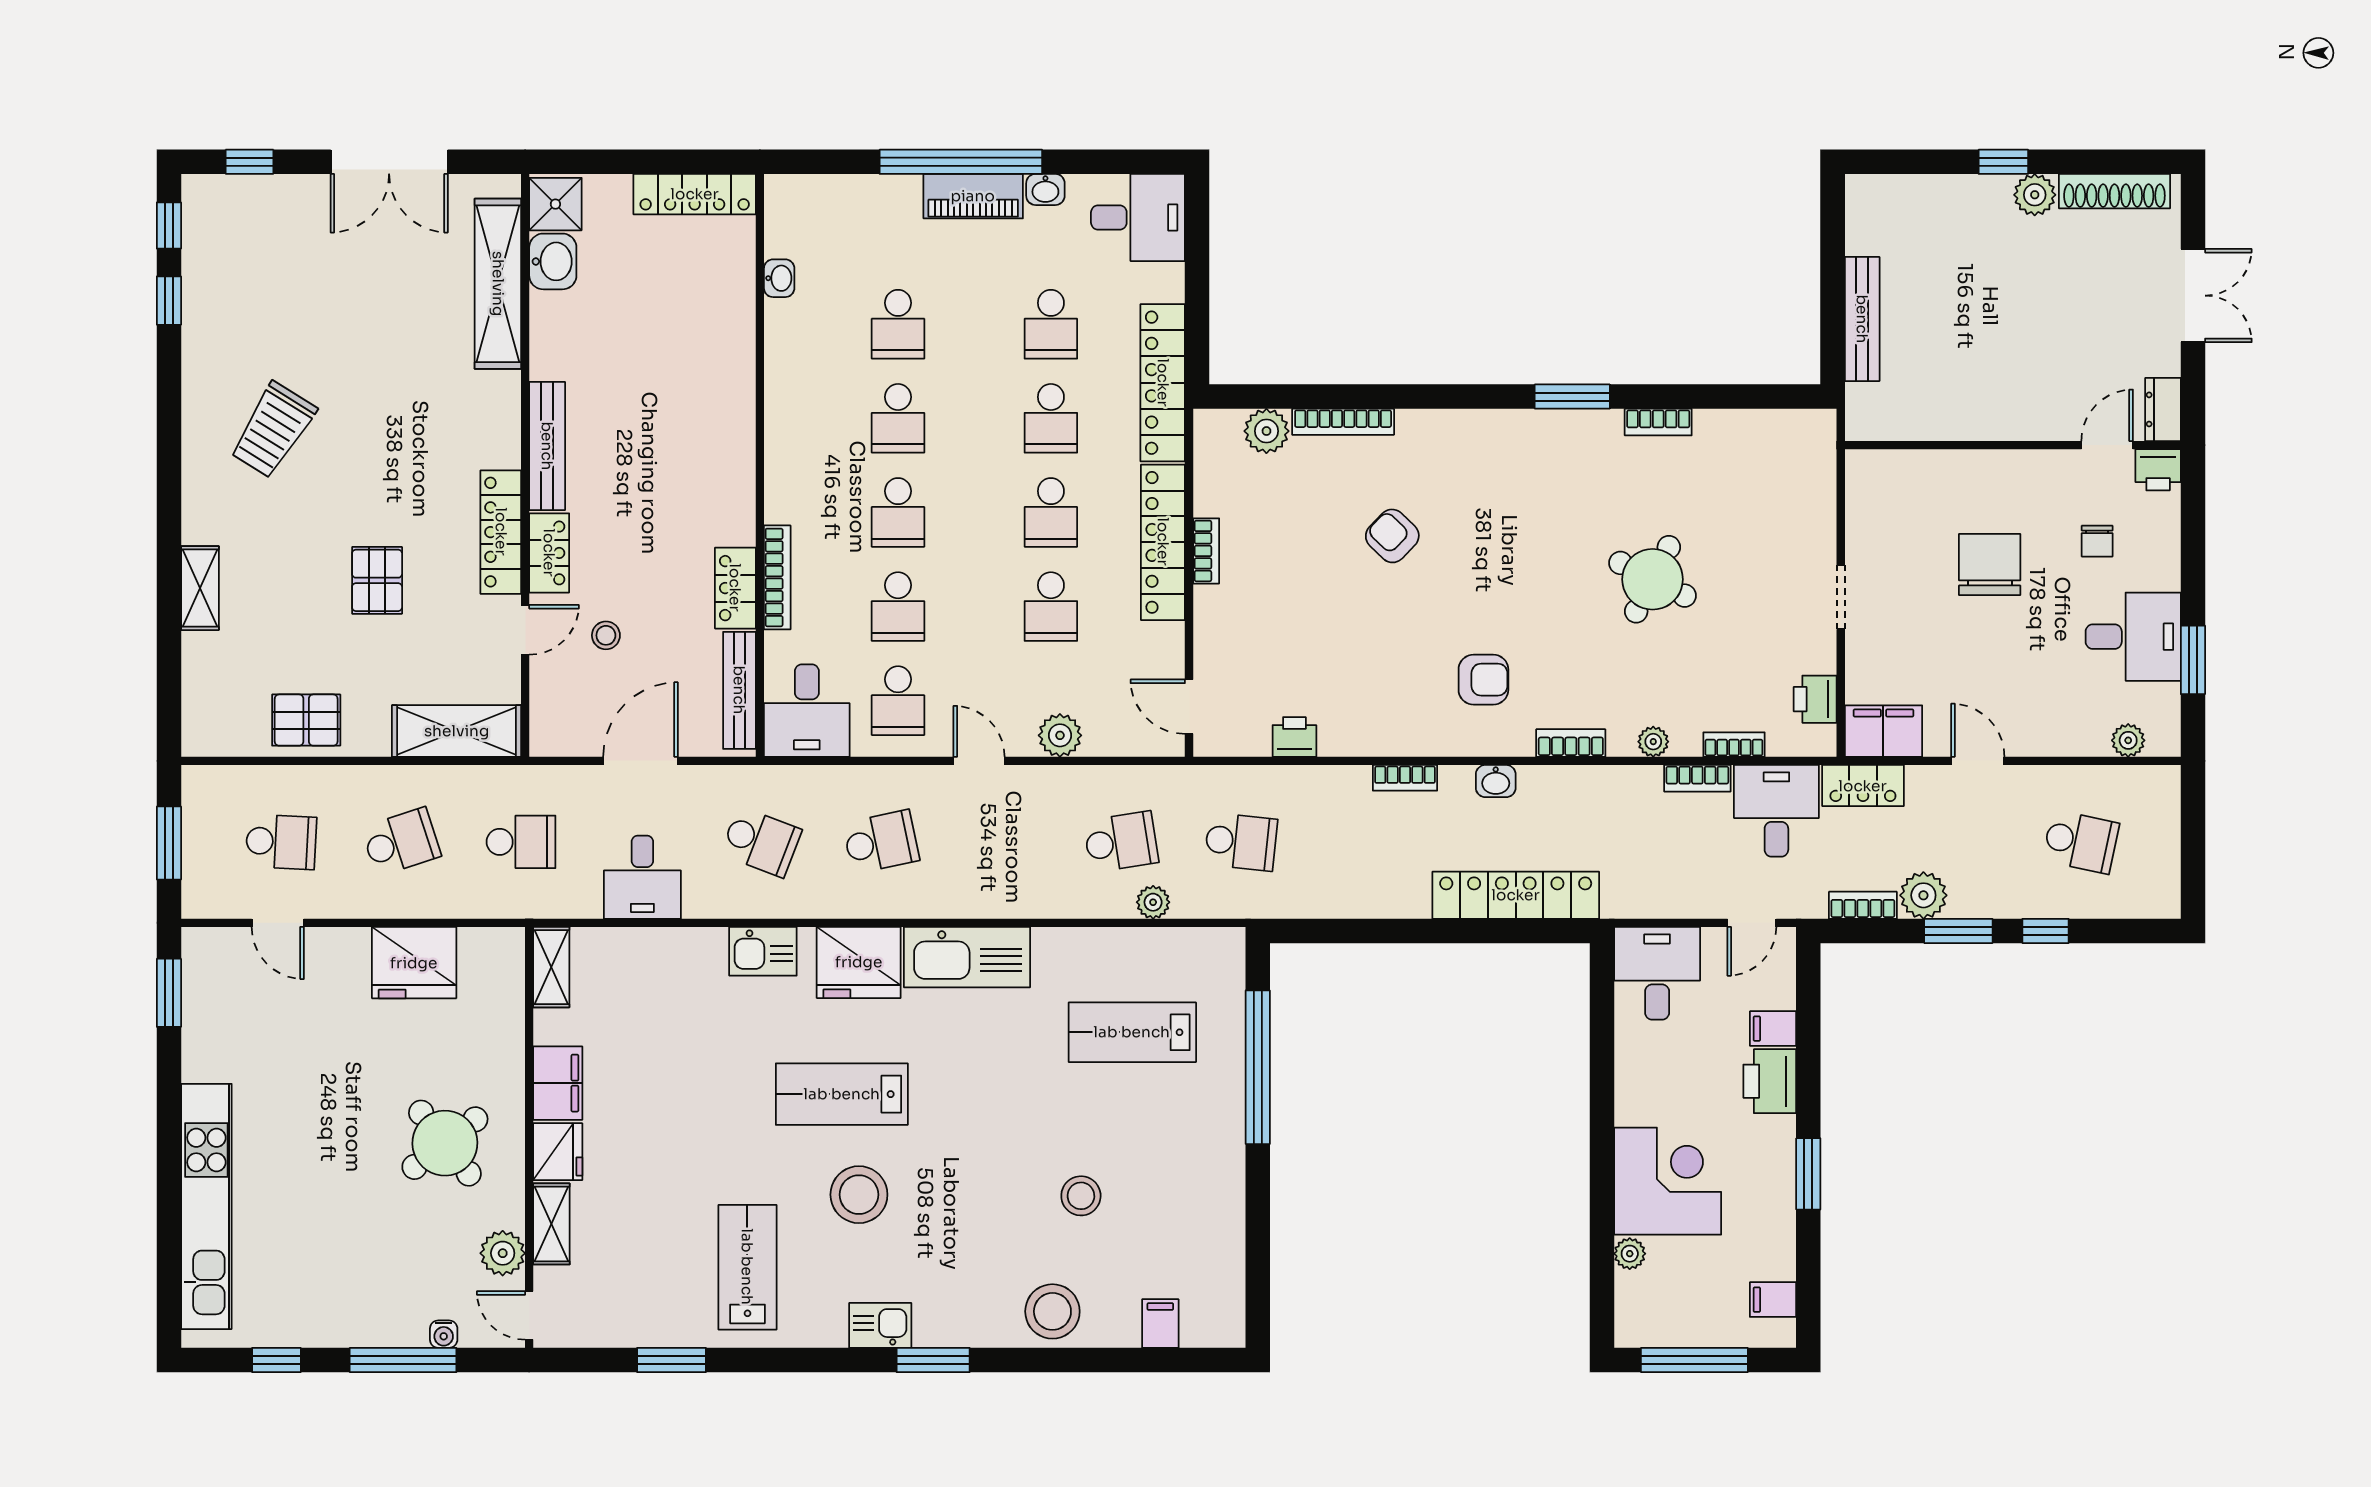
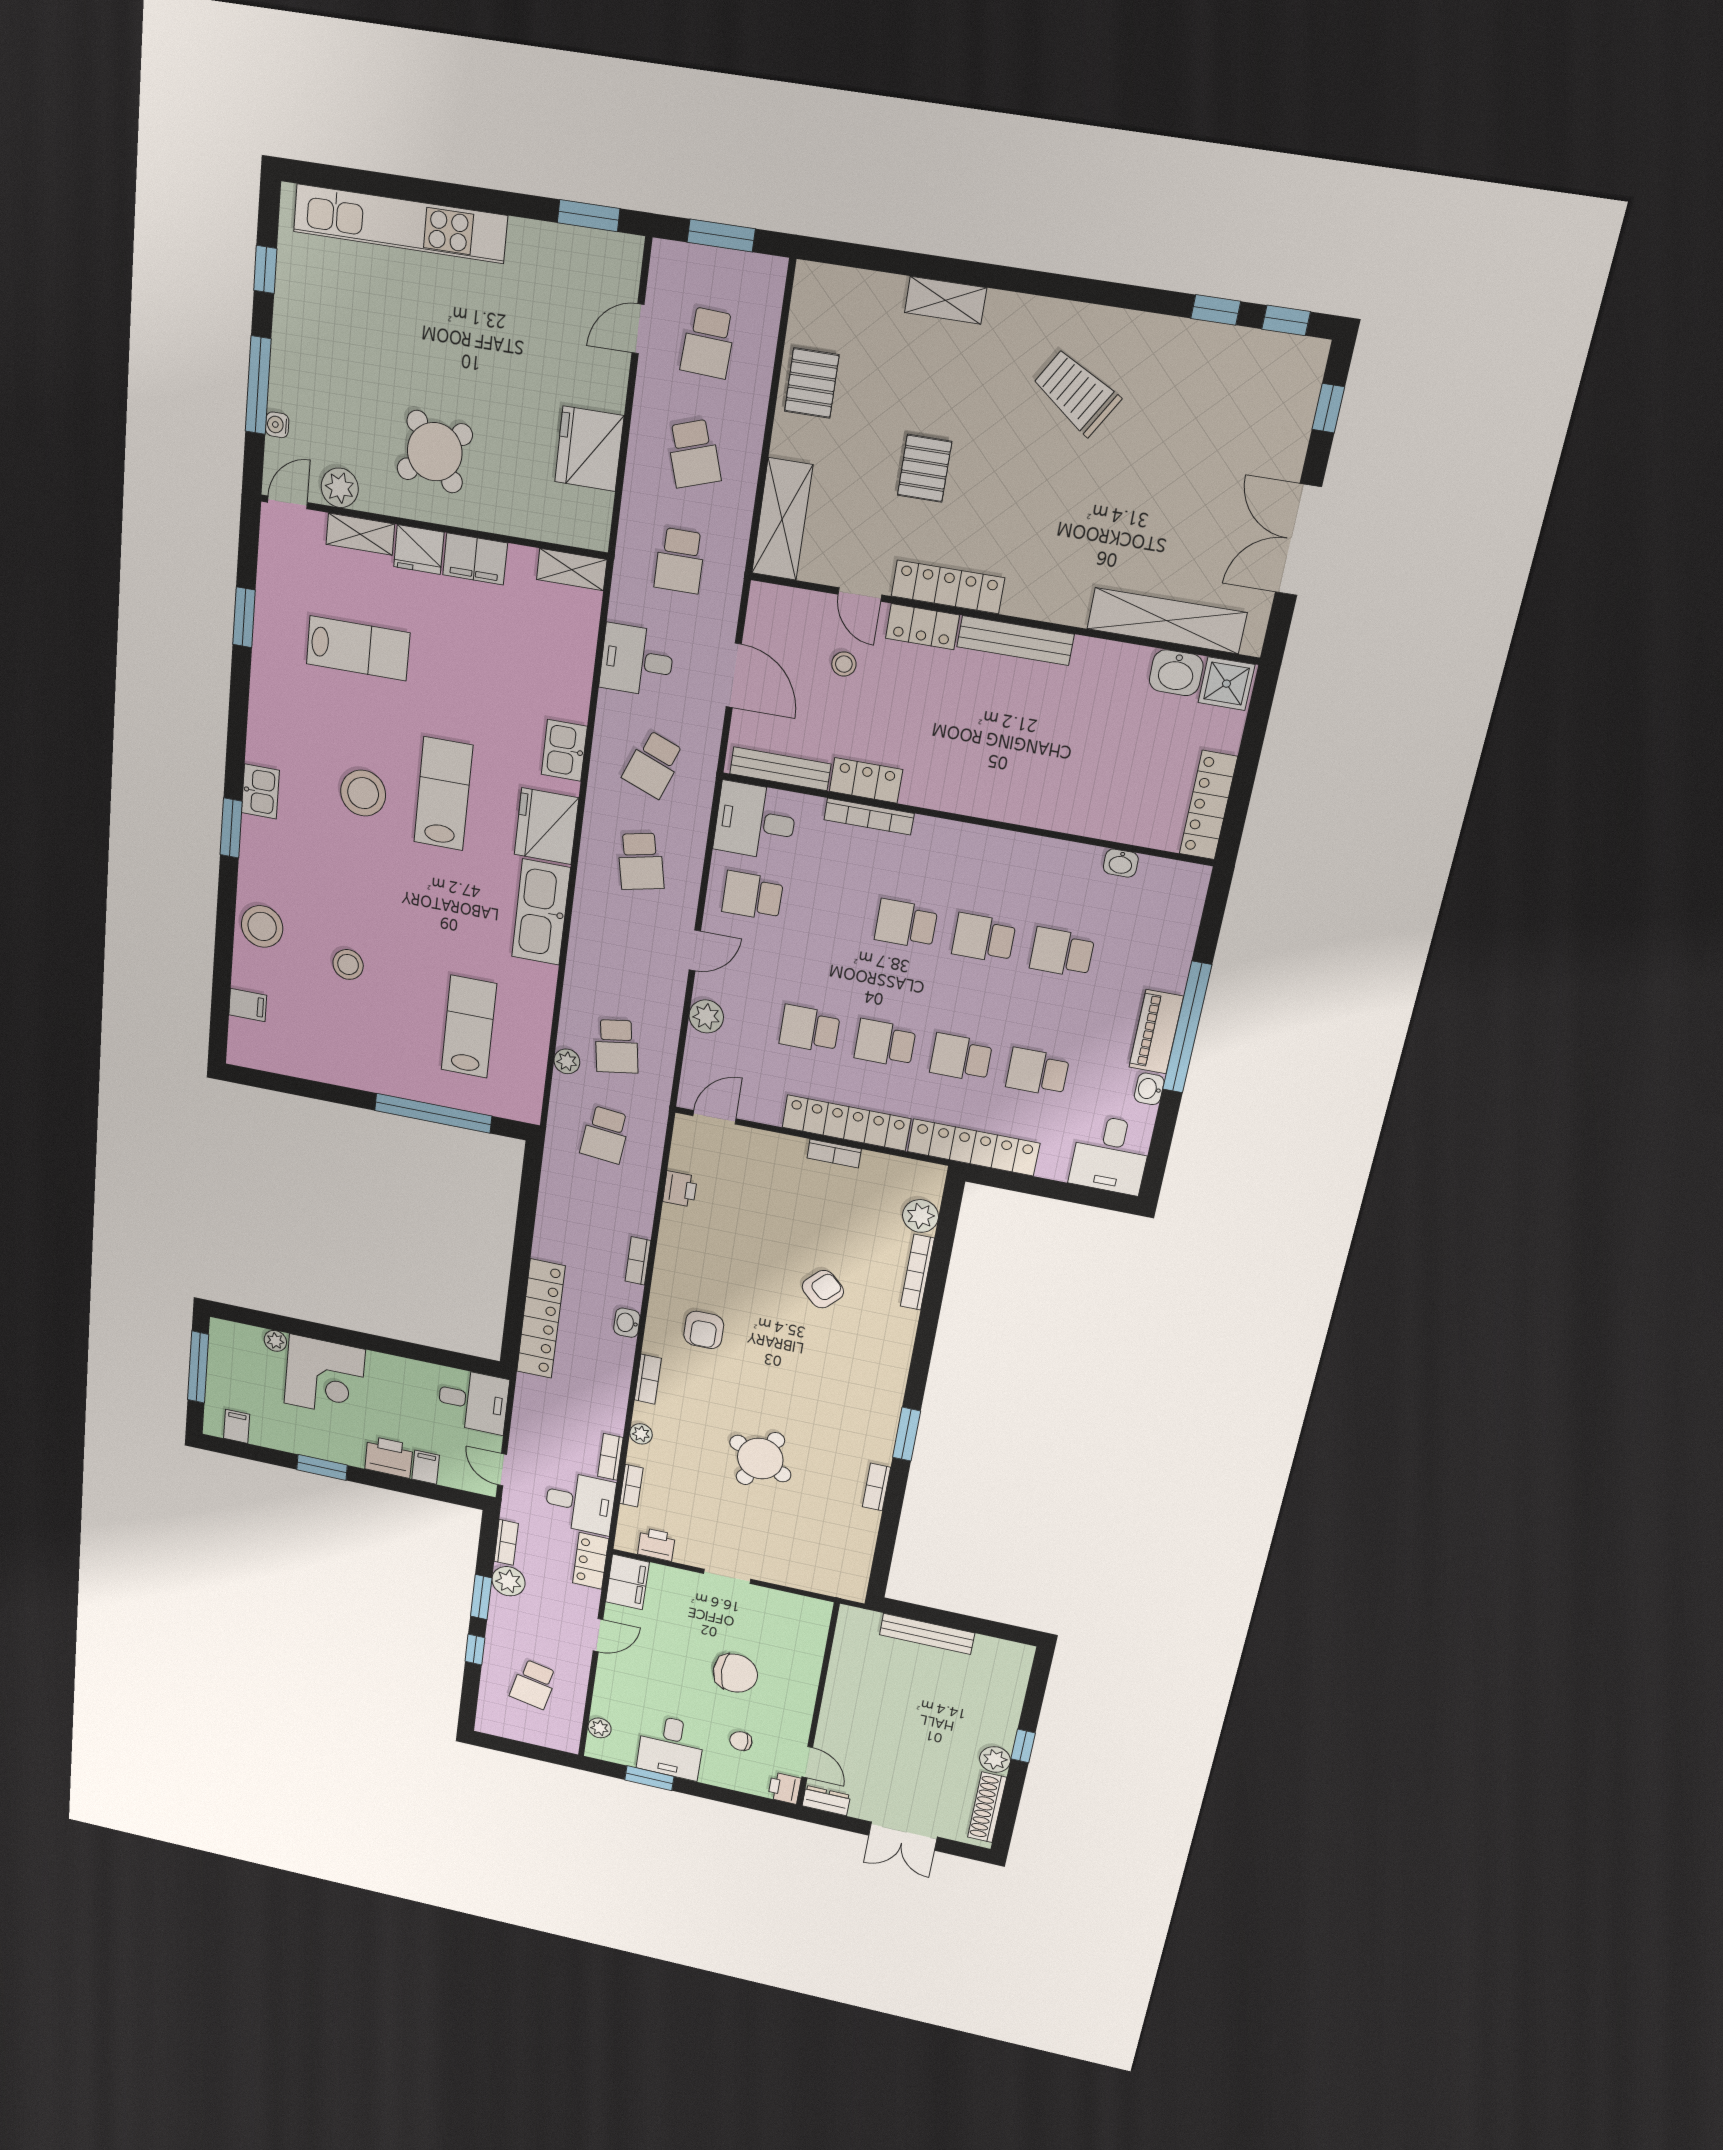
pallet: (377, 580) -> (925, 468), turned 90
school desk: (898, 607) -> (829, 910), removed
lab bench: (747, 1267) -> (358, 648), moved

